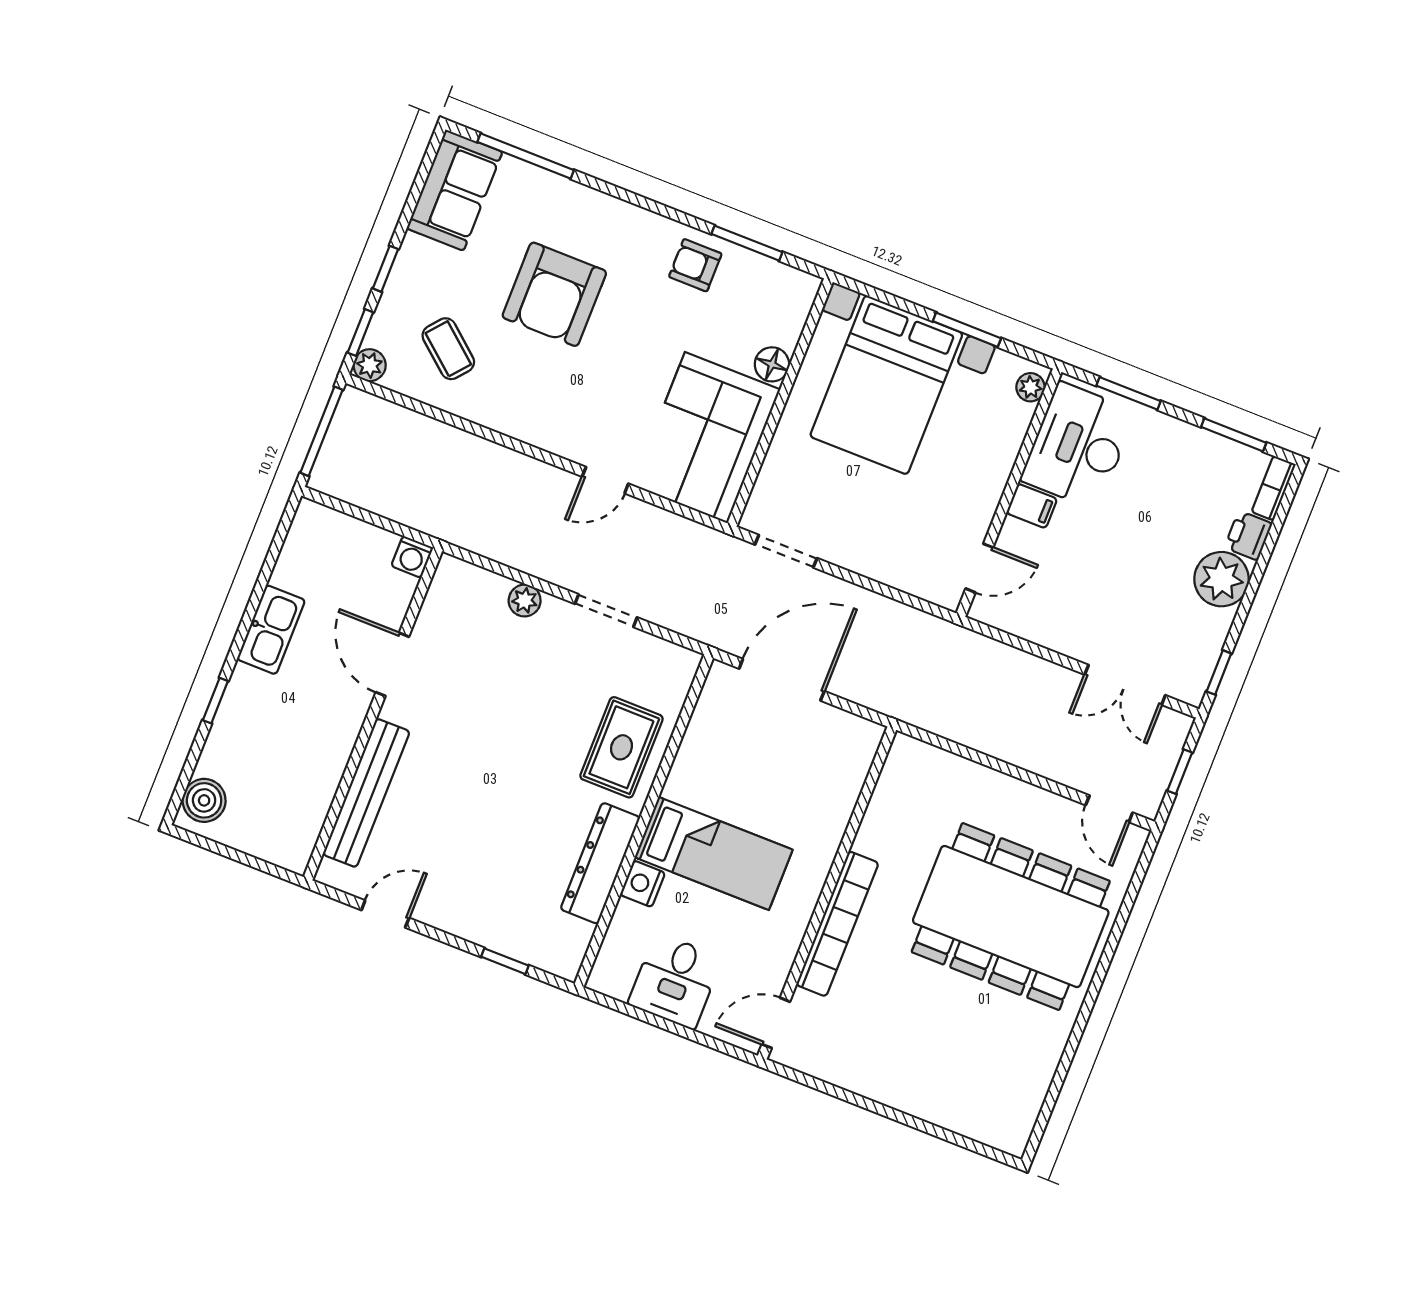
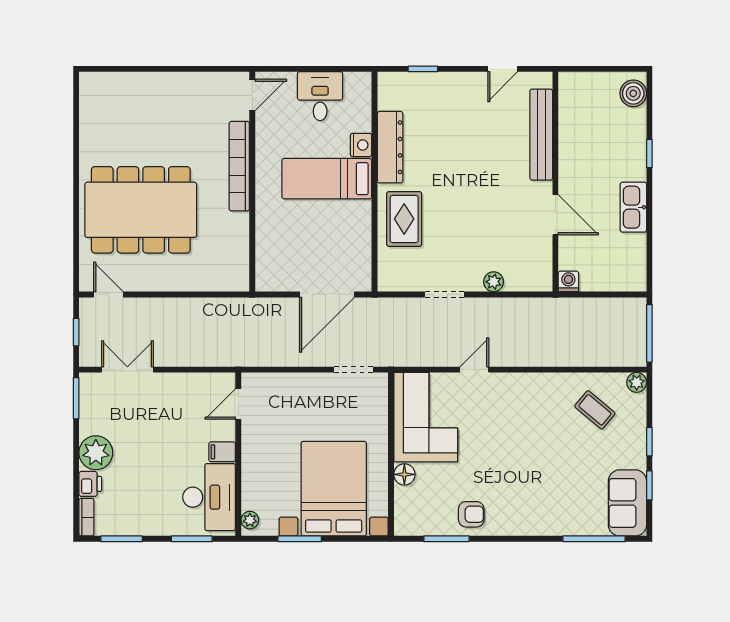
armchair: (554, 294) -> (546, 465), removed
window: (360, 332) -> (649, 485), moved
window: (1219, 672) -> (76, 398), width x1.50

